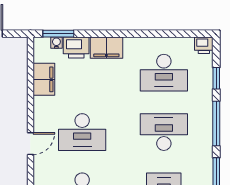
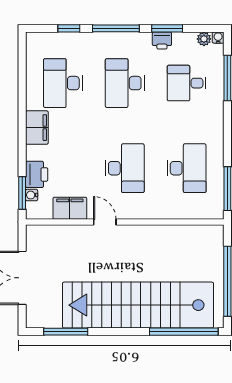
printer: (204, 45) -> (162, 41), moved, turned 90
filing cabinet: (106, 48) -> (37, 128), moved
desk: (164, 73) -> (63, 83), turned 180
door: (30, 144) -> (105, 222), moved

